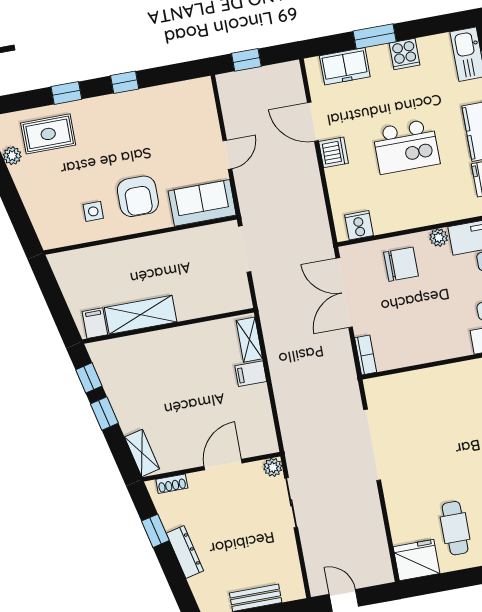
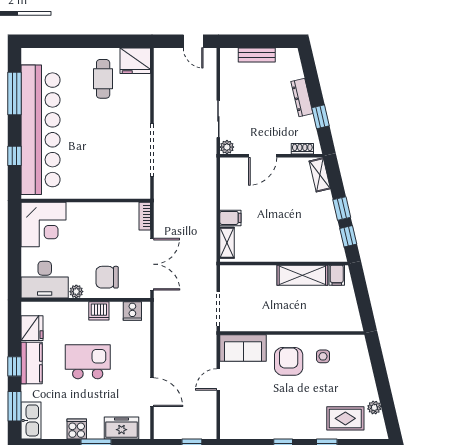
dishwasher: (334, 152) -> (99, 311), moved, turned -90

